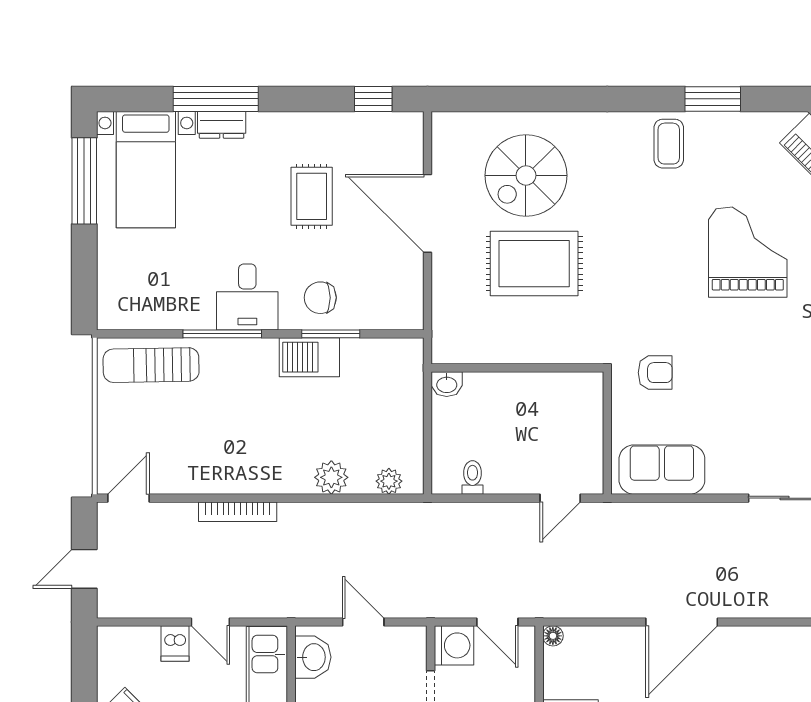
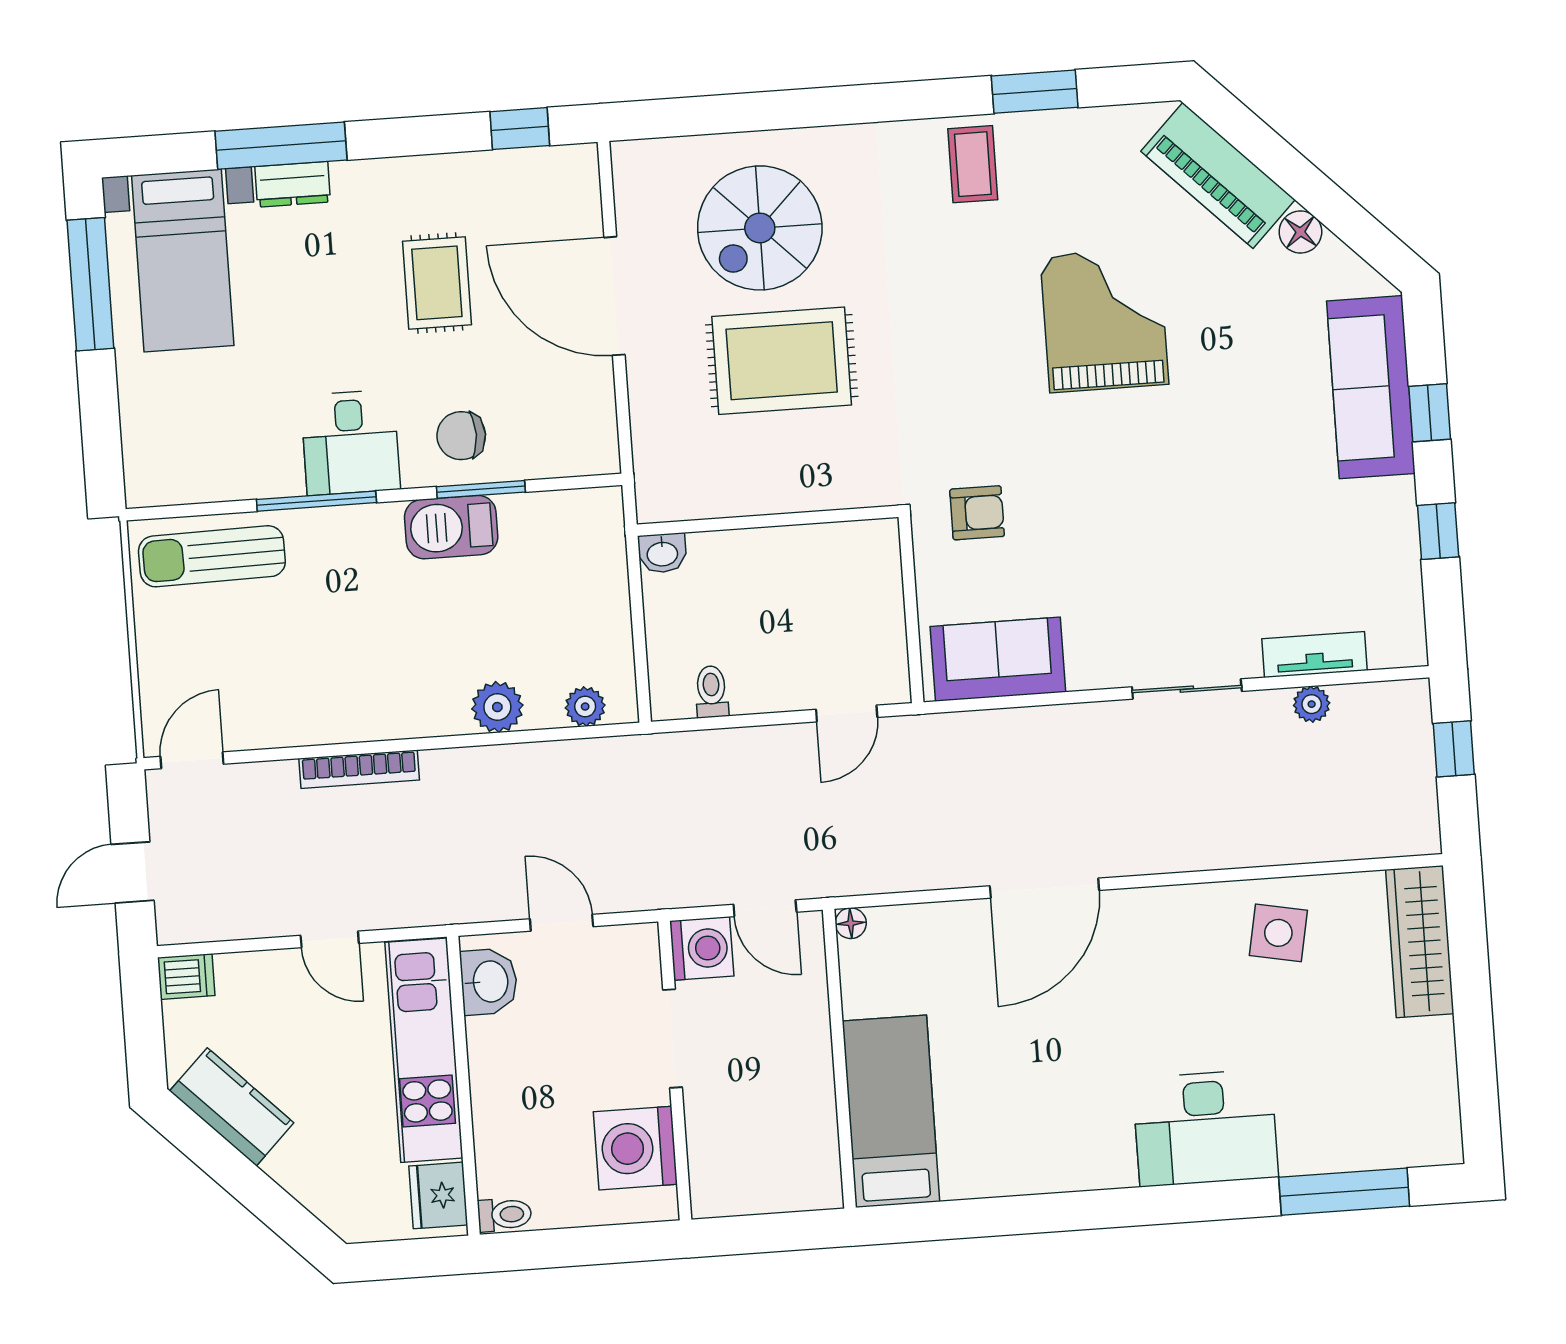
dishwasher: (175, 644) -> (186, 977), moved, turned -90

